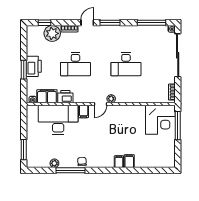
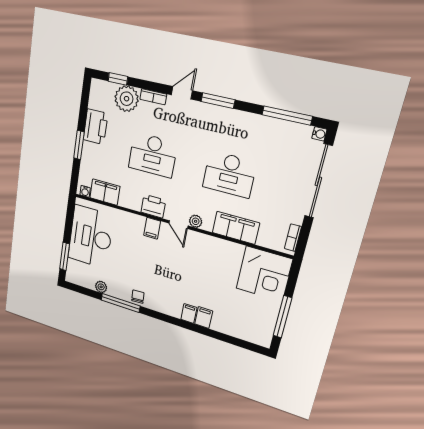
printer: (34, 66) -> (96, 127), moved
filing cabinet: (137, 96) -> (236, 228), added
printer: (65, 97) -> (153, 206), moved
door: (100, 104) -> (178, 225), hinge flipped
desk: (58, 120) -> (91, 237), moved, turned -90
window: (178, 126) -> (282, 317), moved

